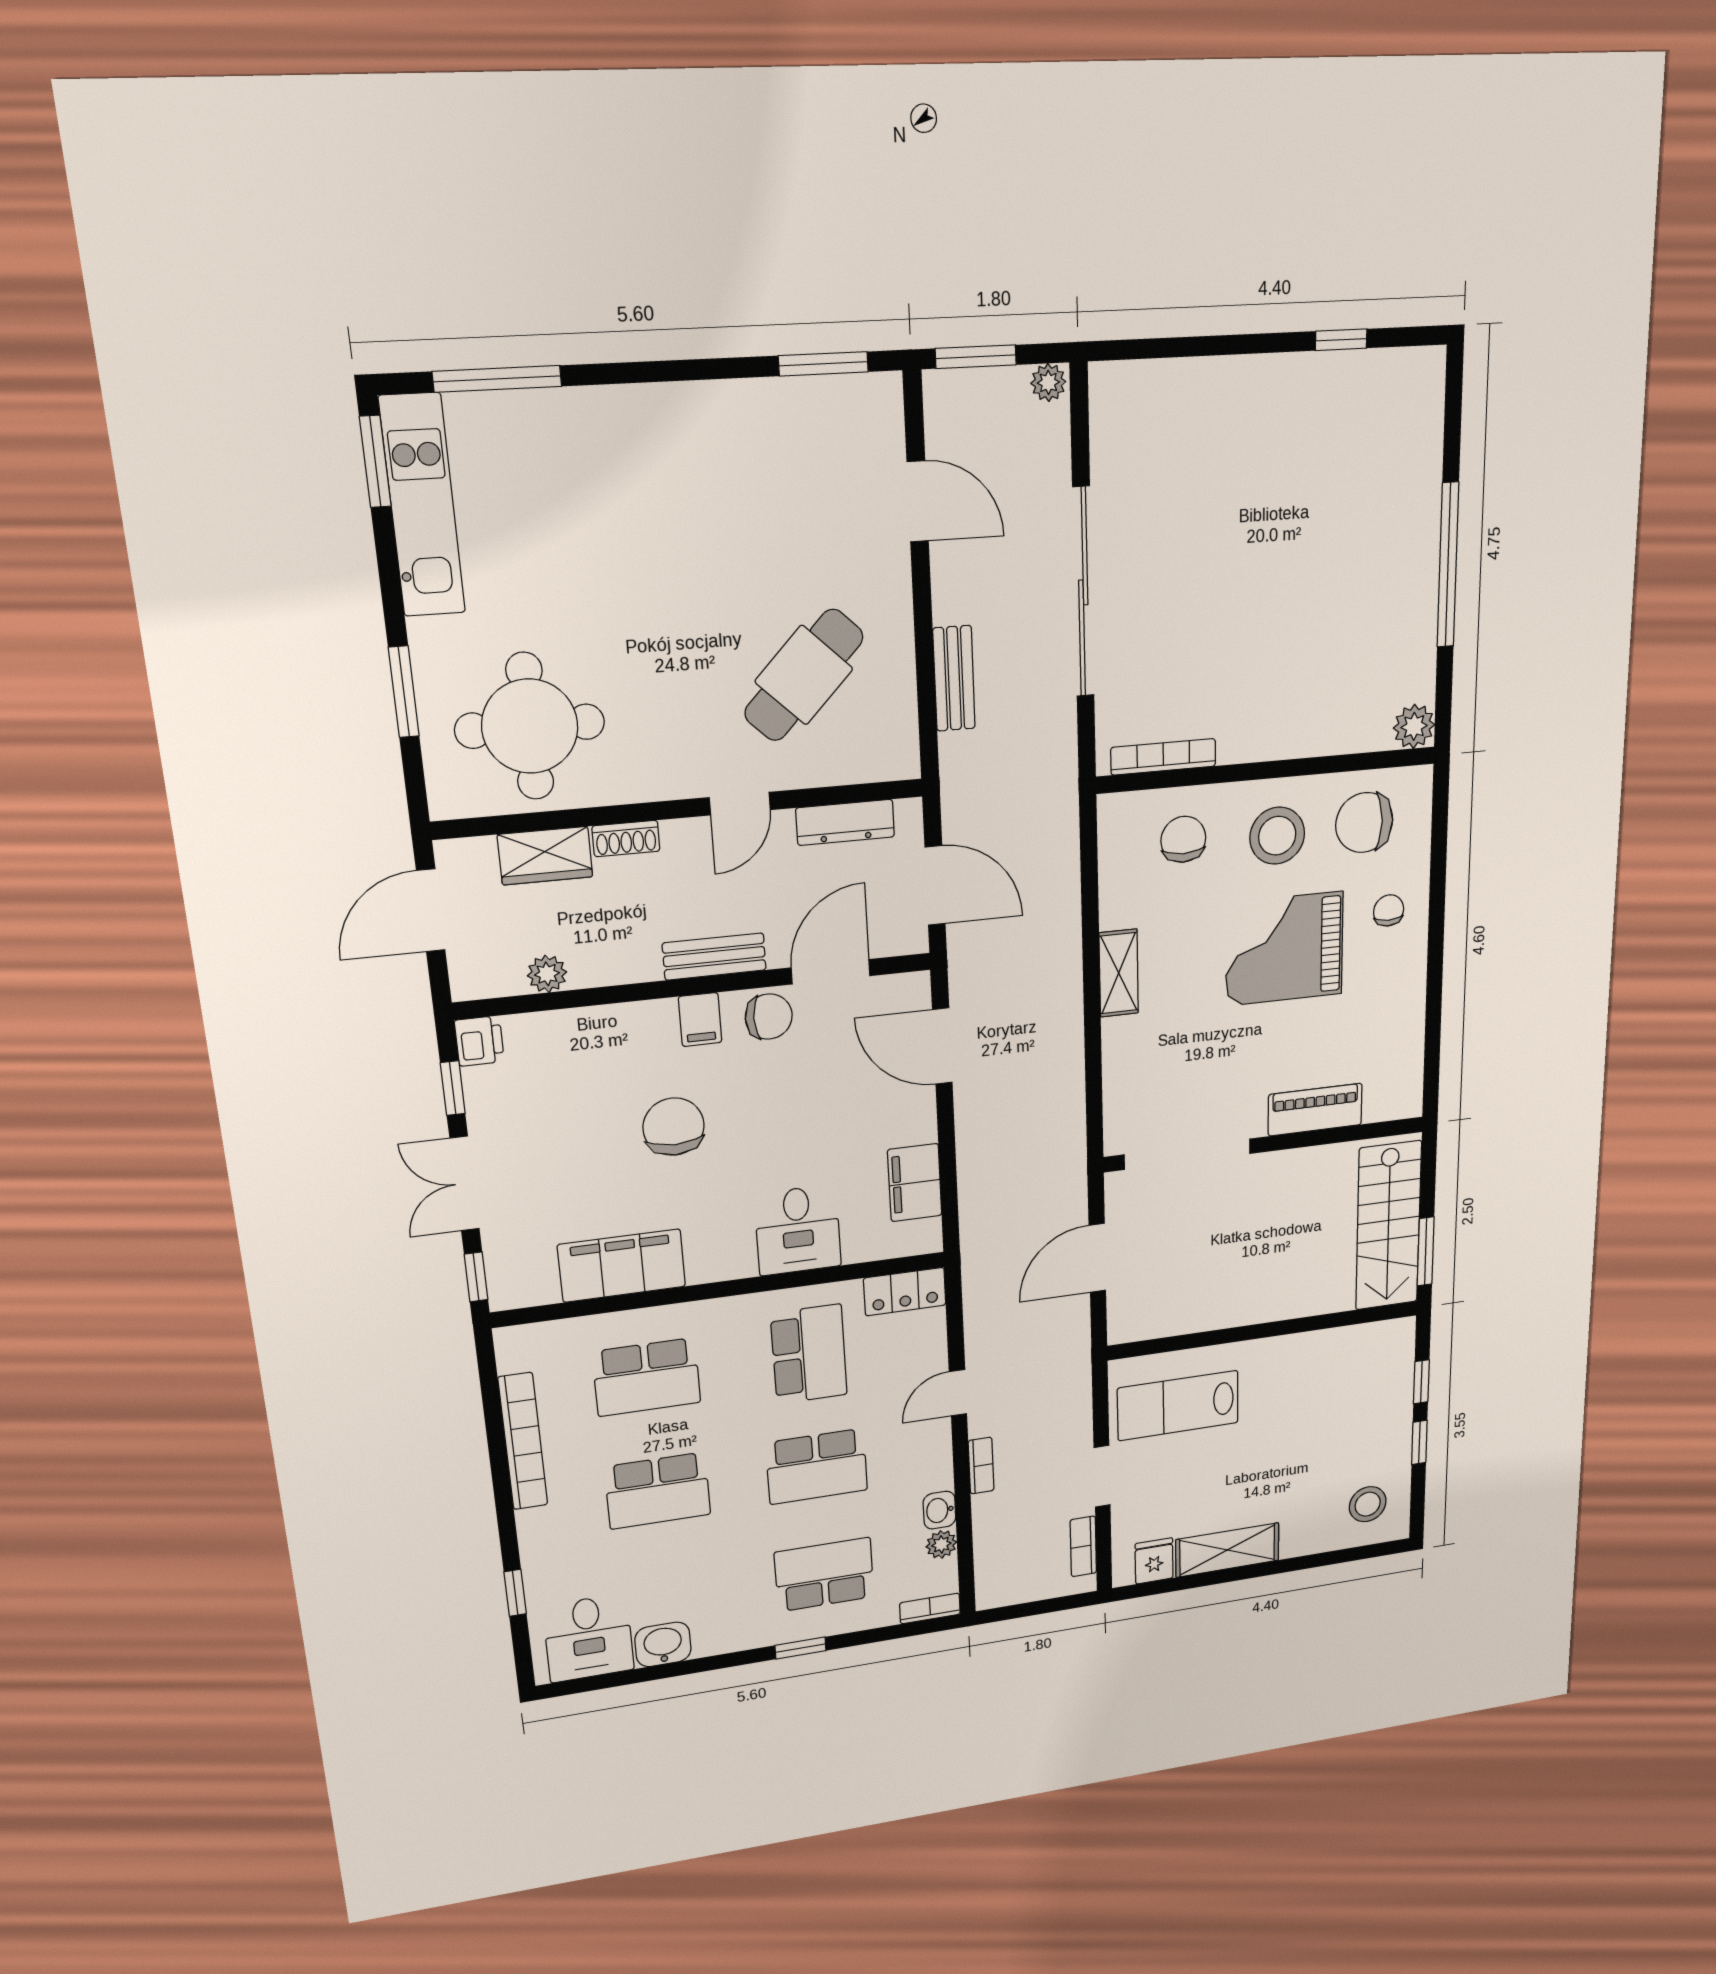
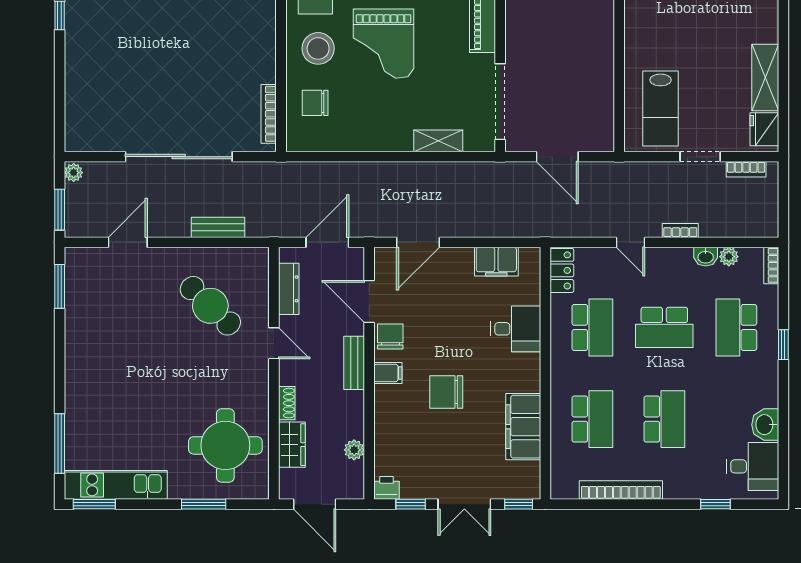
shelving: (1119, 973) -> (438, 141), moved
school desk: (809, 1354) -> (592, 327), turned 90
school desk: (817, 1466) -> (664, 327), turned 90
fridge: (1154, 1561) -> (764, 129), width x1.38

